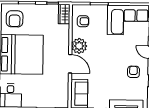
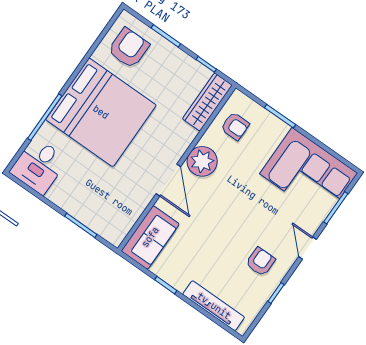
wardrobe: (64, 14) -> (207, 102), width x1.50
armchair: (15, 19) -> (129, 48), turned 180

